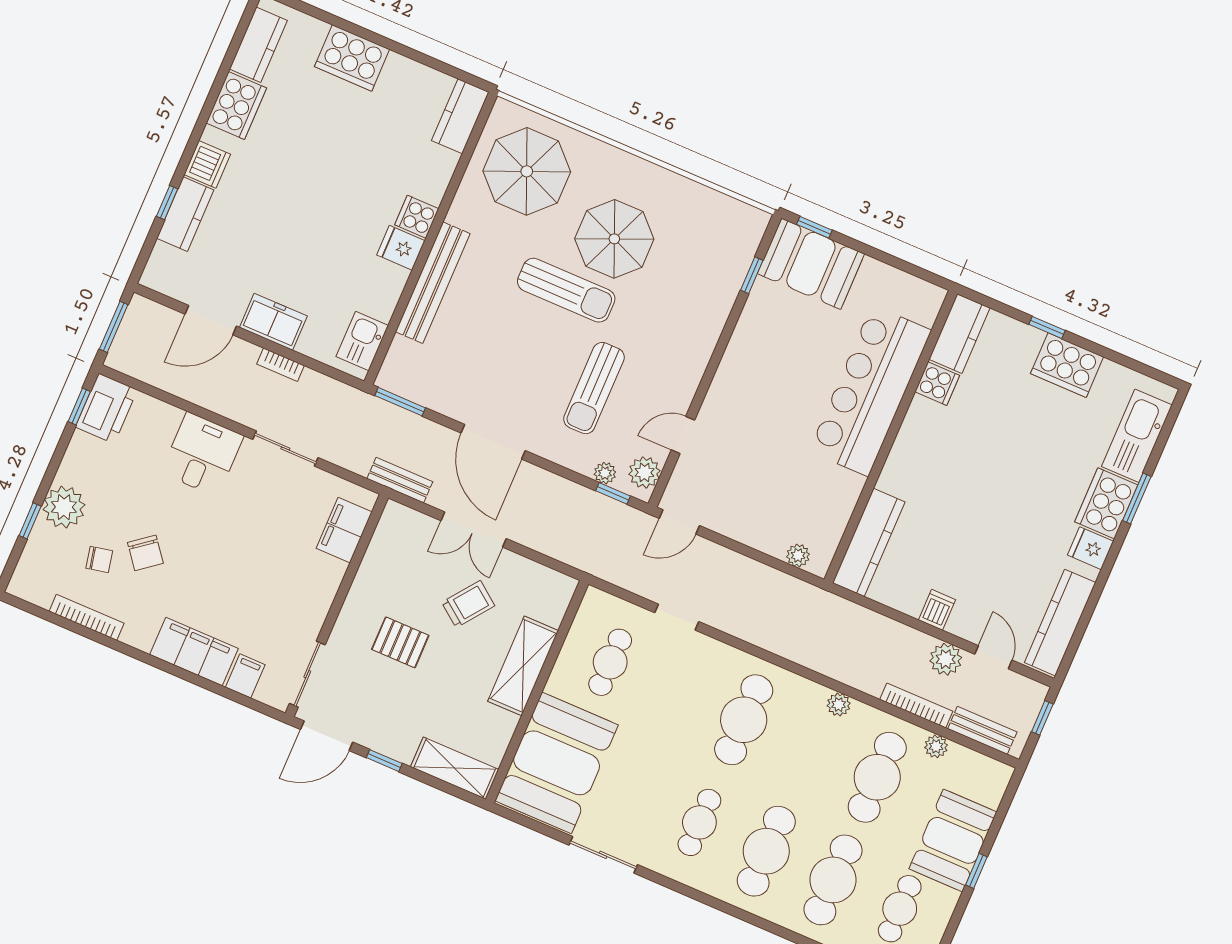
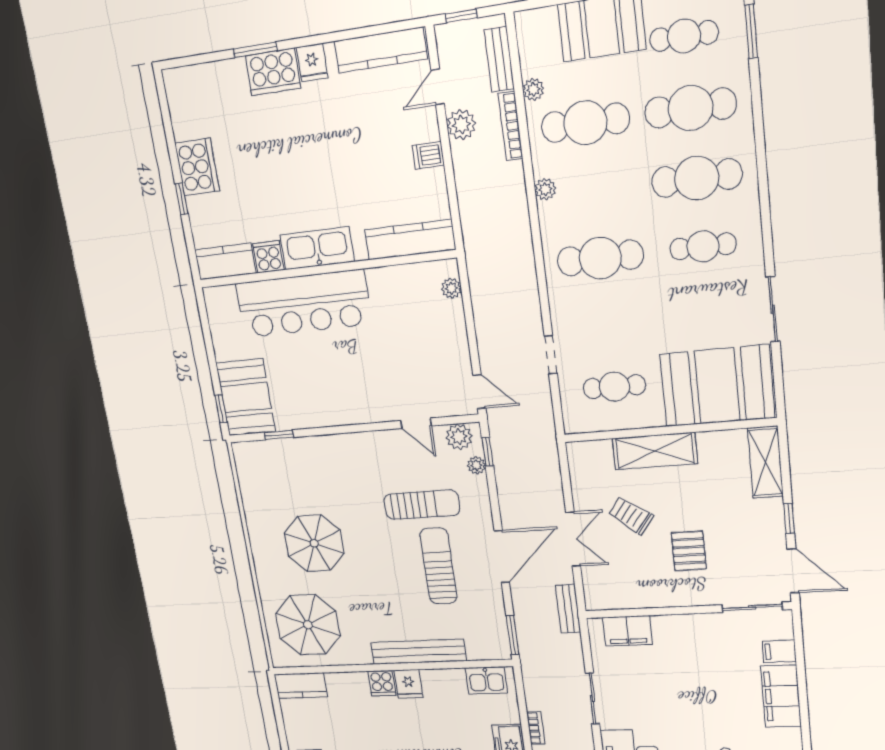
sun lounger: (566, 290) -> (439, 566), moved
kitchen sink: (1137, 436) -> (317, 248), moved, turned 180

